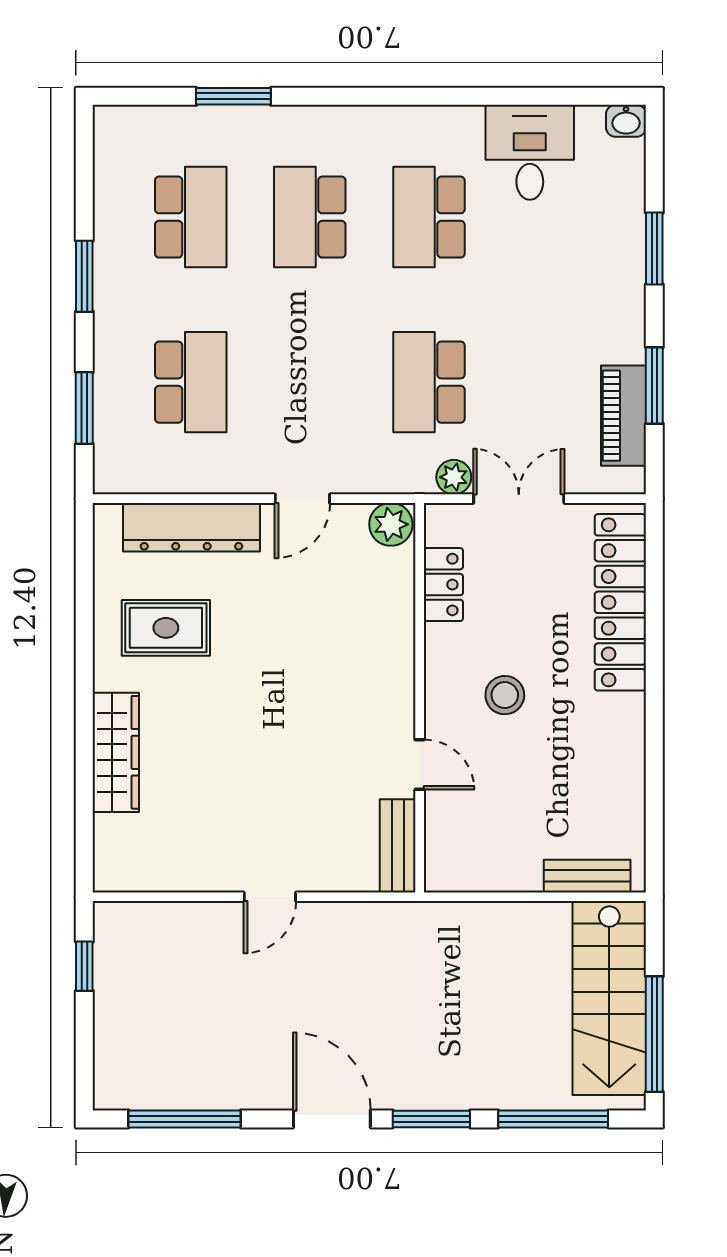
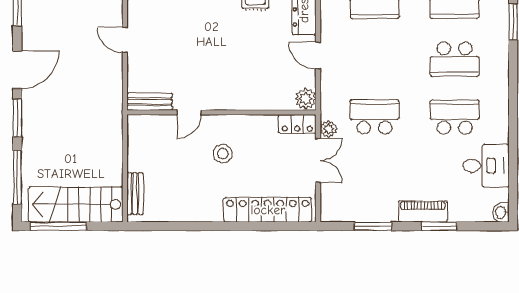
school desk: (310, 217) -> (455, 59), turned 180
piano: (623, 416) -> (423, 211), moved
locker: (443, 585) -> (297, 124), moved

